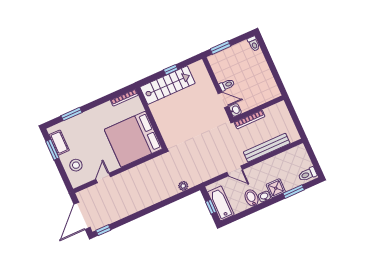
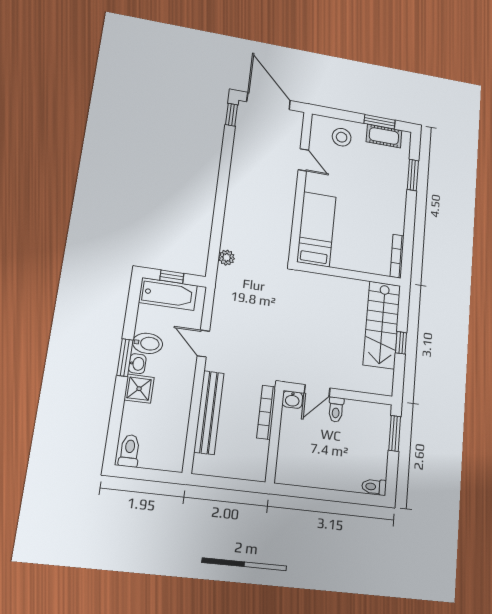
bed: (133, 139) -> (316, 229), width x0.49
door: (235, 171) -> (203, 344), hinge flipped
window: (294, 192) -> (125, 358), moved

